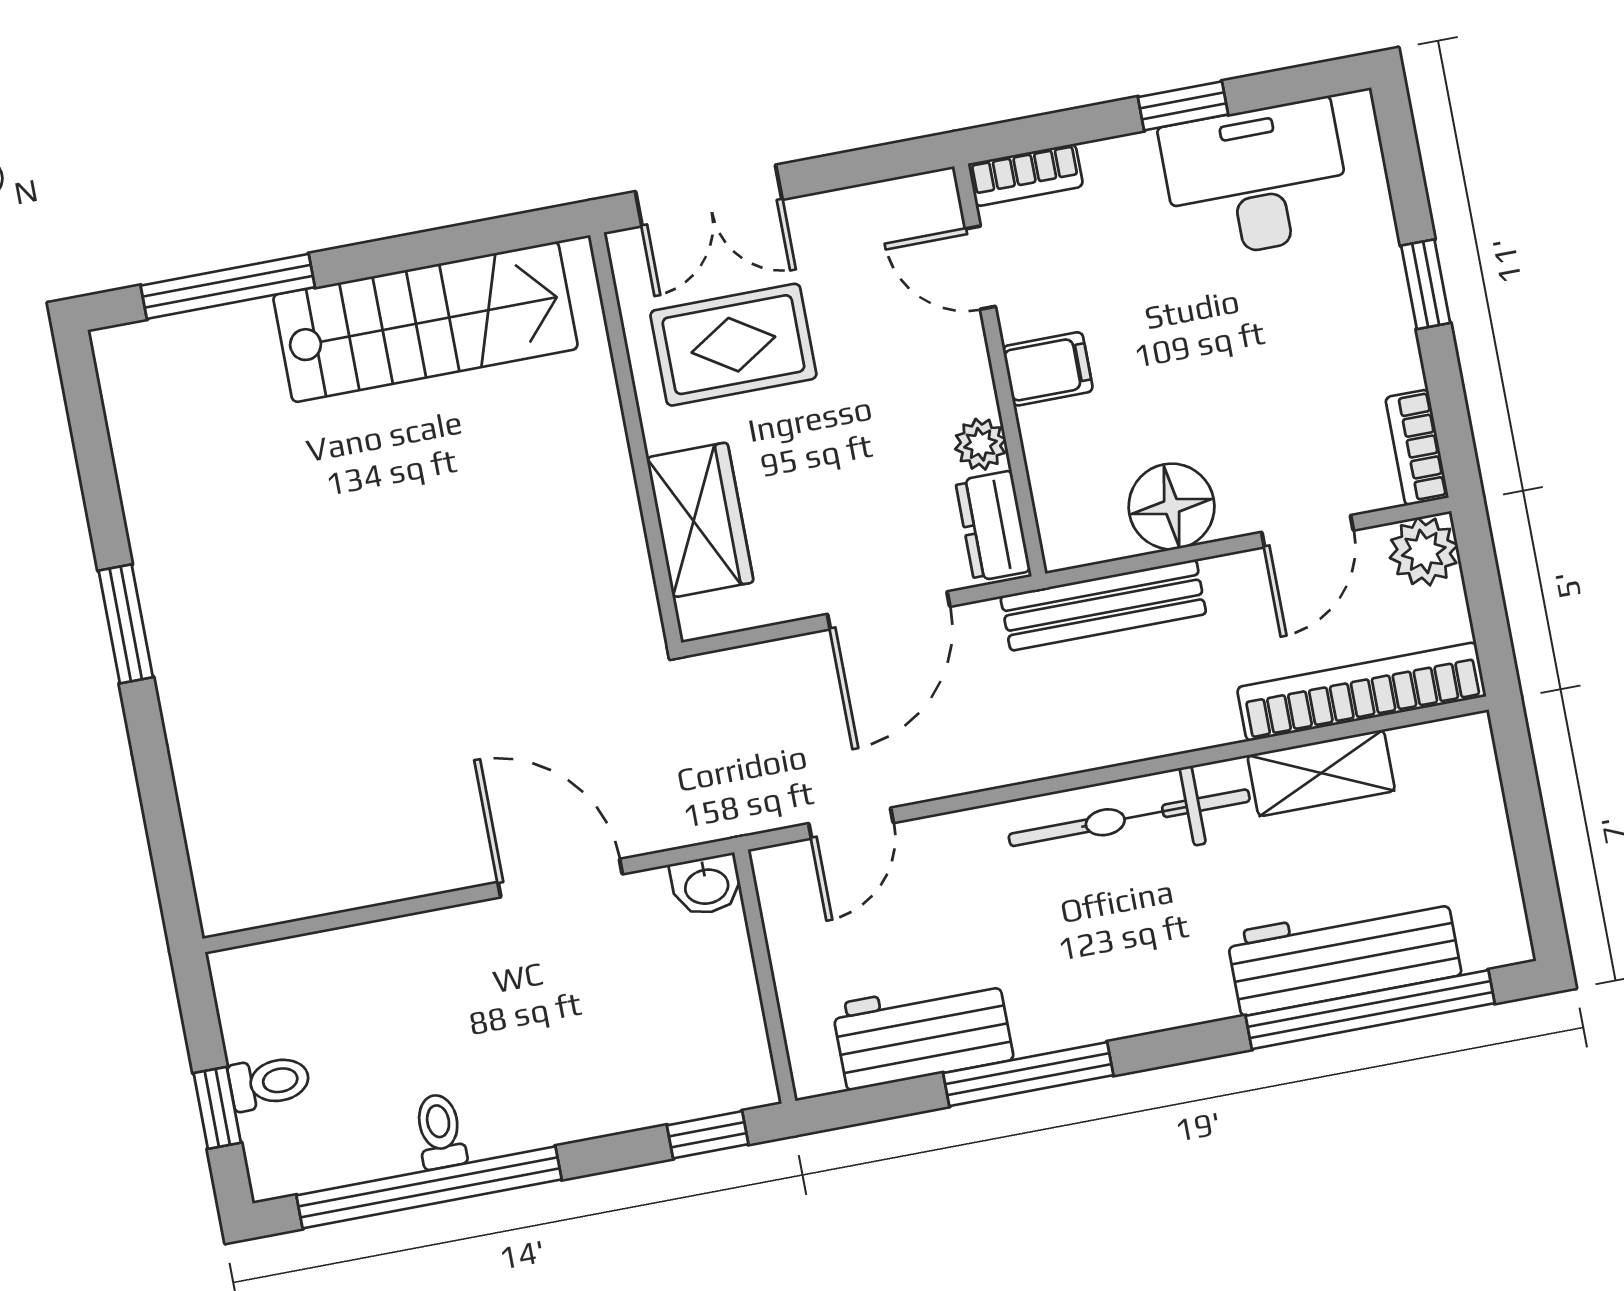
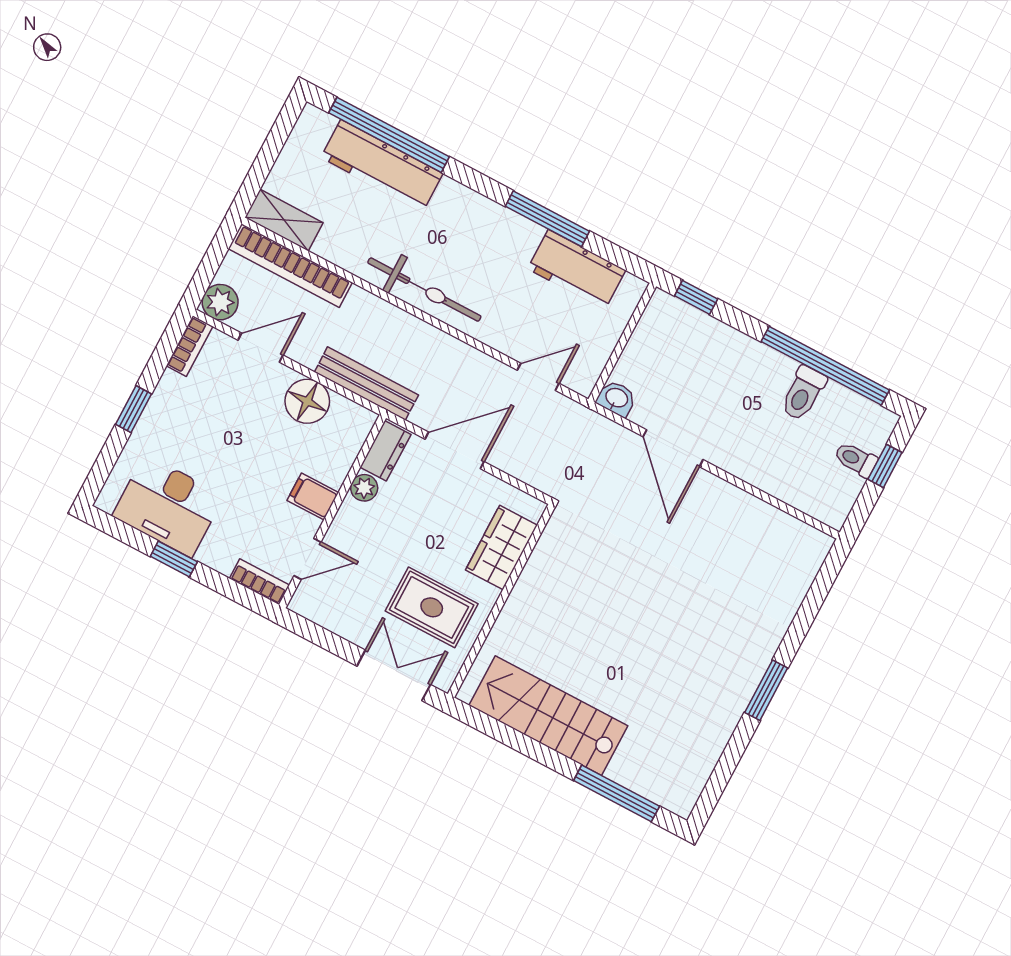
door: (980, 268) -> (307, 559), hinge flipped
shelving: (1321, 773) -> (284, 220), moved
toilet: (440, 1131) -> (803, 393), width x1.37, depth x1.39

